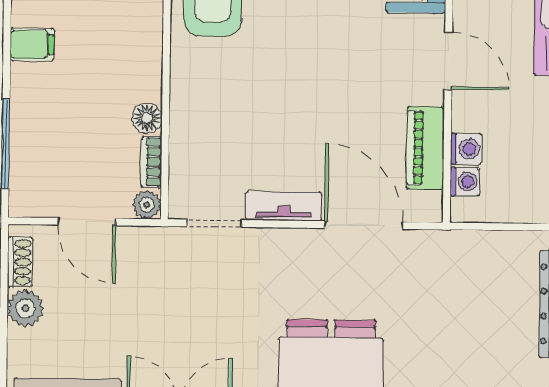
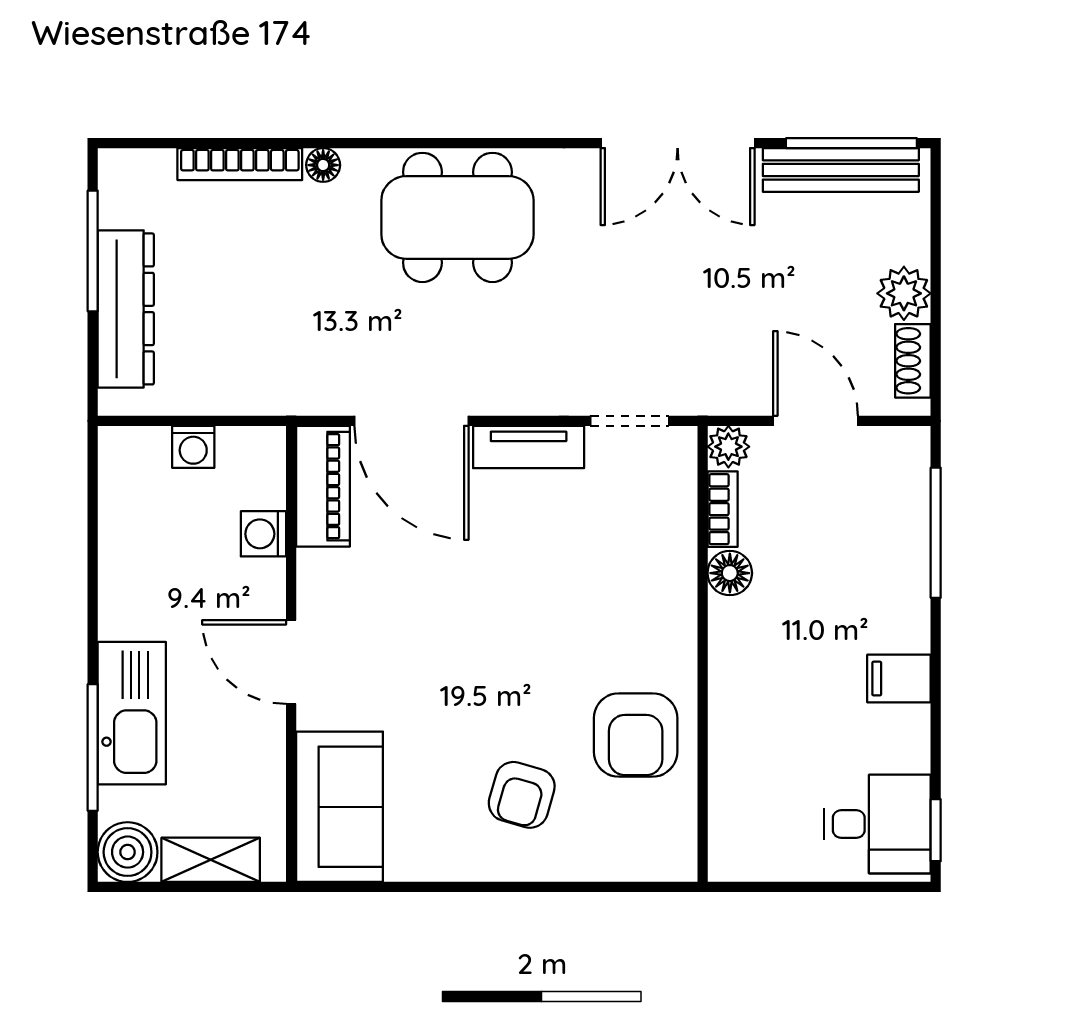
piano: (425, 148) -> (323, 486), moved
washing machine: (465, 182) -> (193, 447), moved, turned -90

